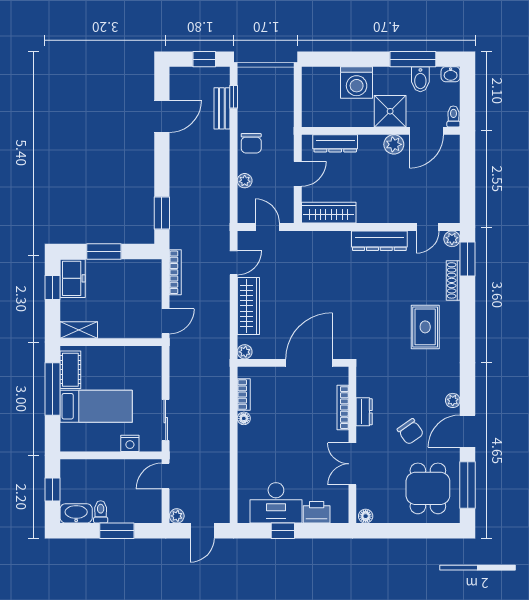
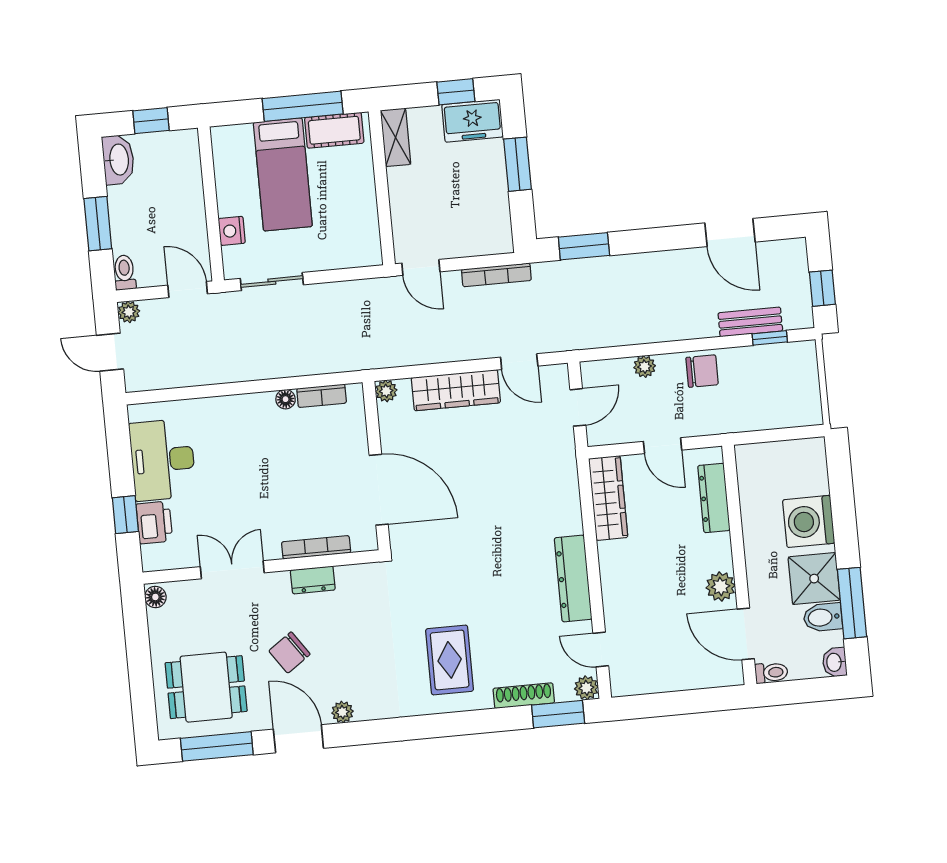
shower: (390, 111) -> (814, 579), moved
chair: (251, 143) -> (702, 371), turned 180
rug: (425, 327) -> (450, 660), turned 90
toilet: (101, 512) -> (125, 272), moved, turned -90
window: (283, 531) -> (125, 515), moved

